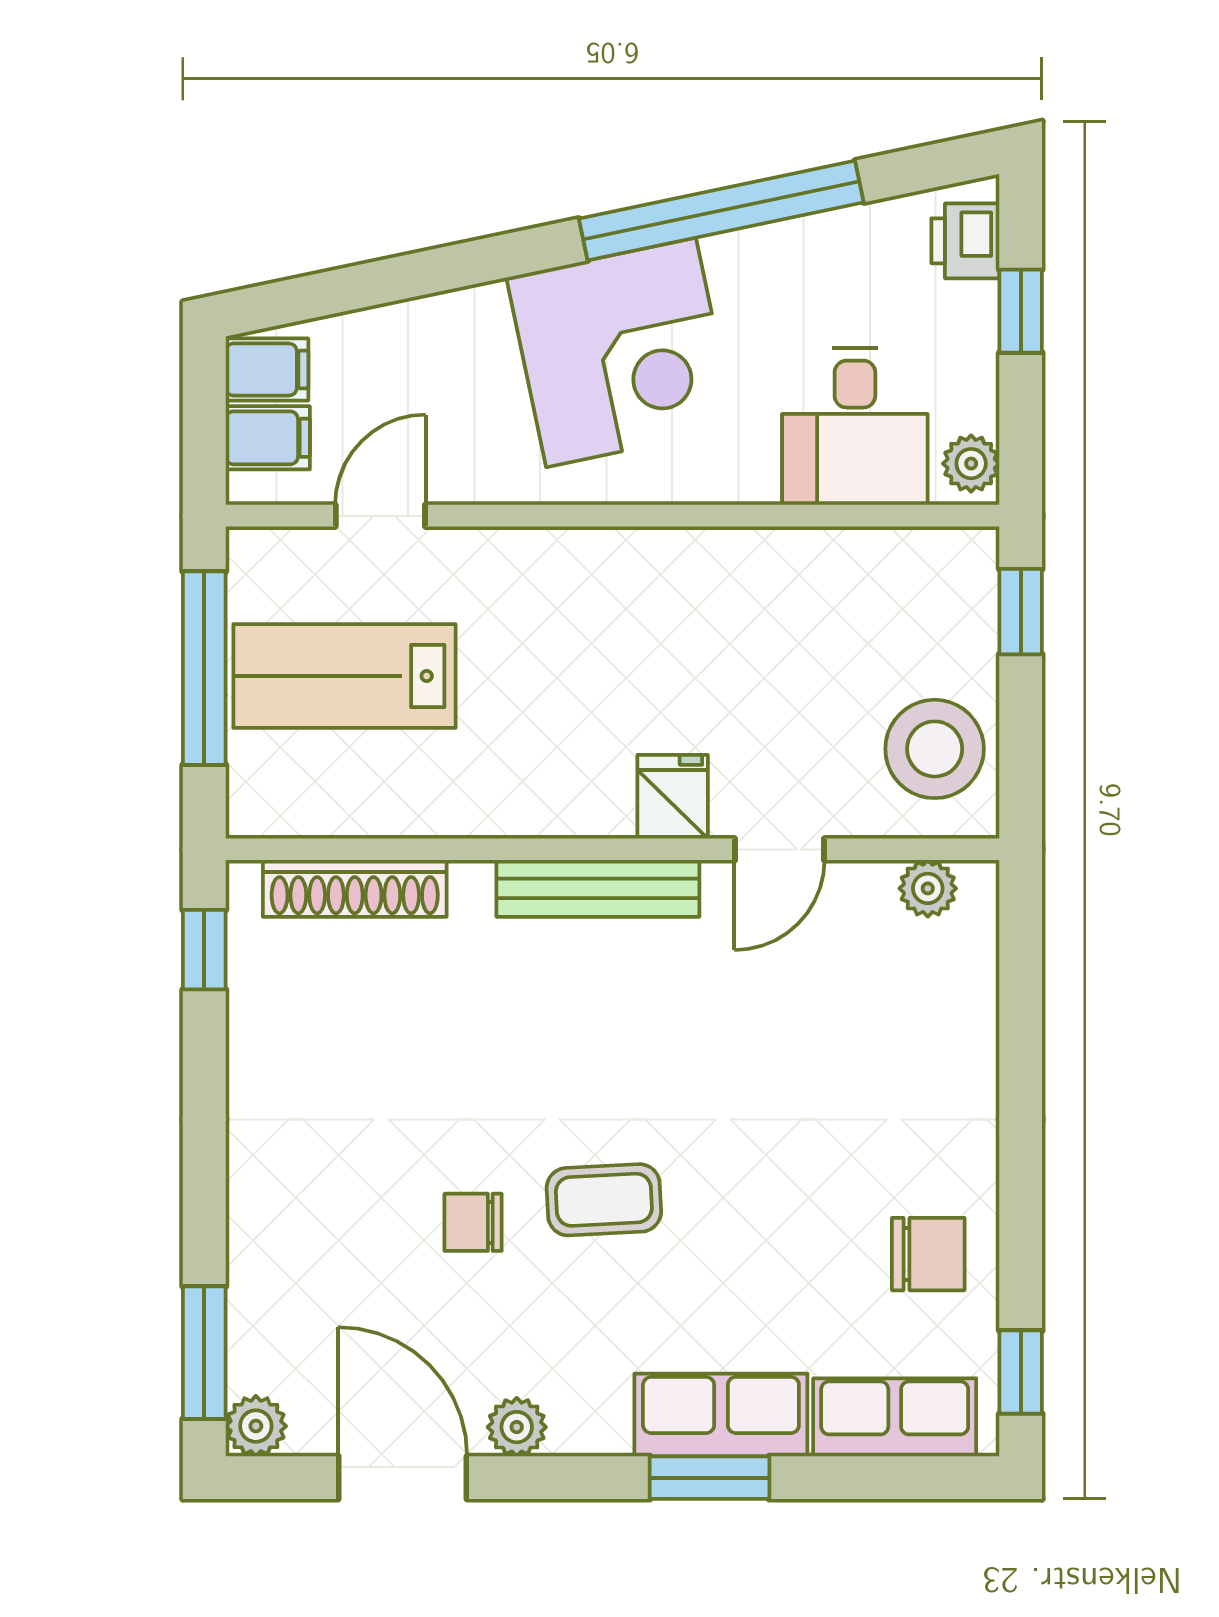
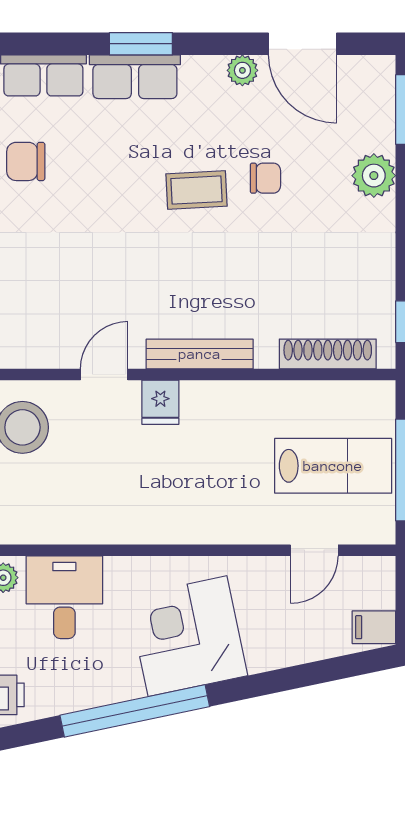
filing cabinet: (268, 438) -> (374, 591), removed
plant: (928, 888) -> (26, 354), removed
plant: (256, 1426) -> (374, 176), moved, width x1.38, depth x1.38

